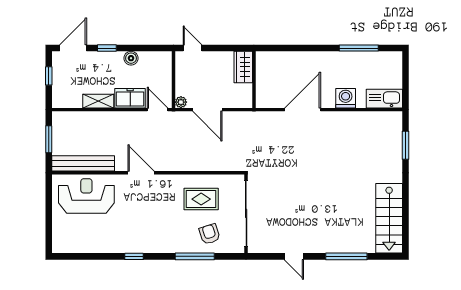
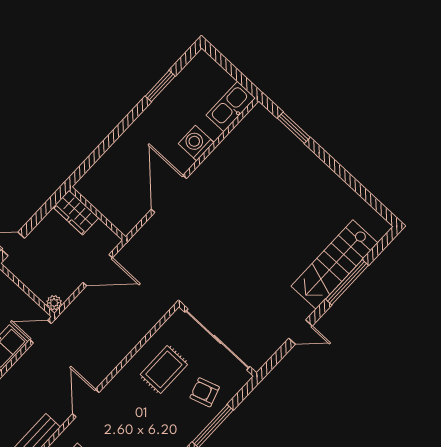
window: (359, 48) -> (160, 86), width x0.69
door: (207, 110) -> (98, 270), moved
door: (141, 173) -> (86, 403), hinge flipped
stairs: (389, 218) -> (334, 265), moved, turned 90

